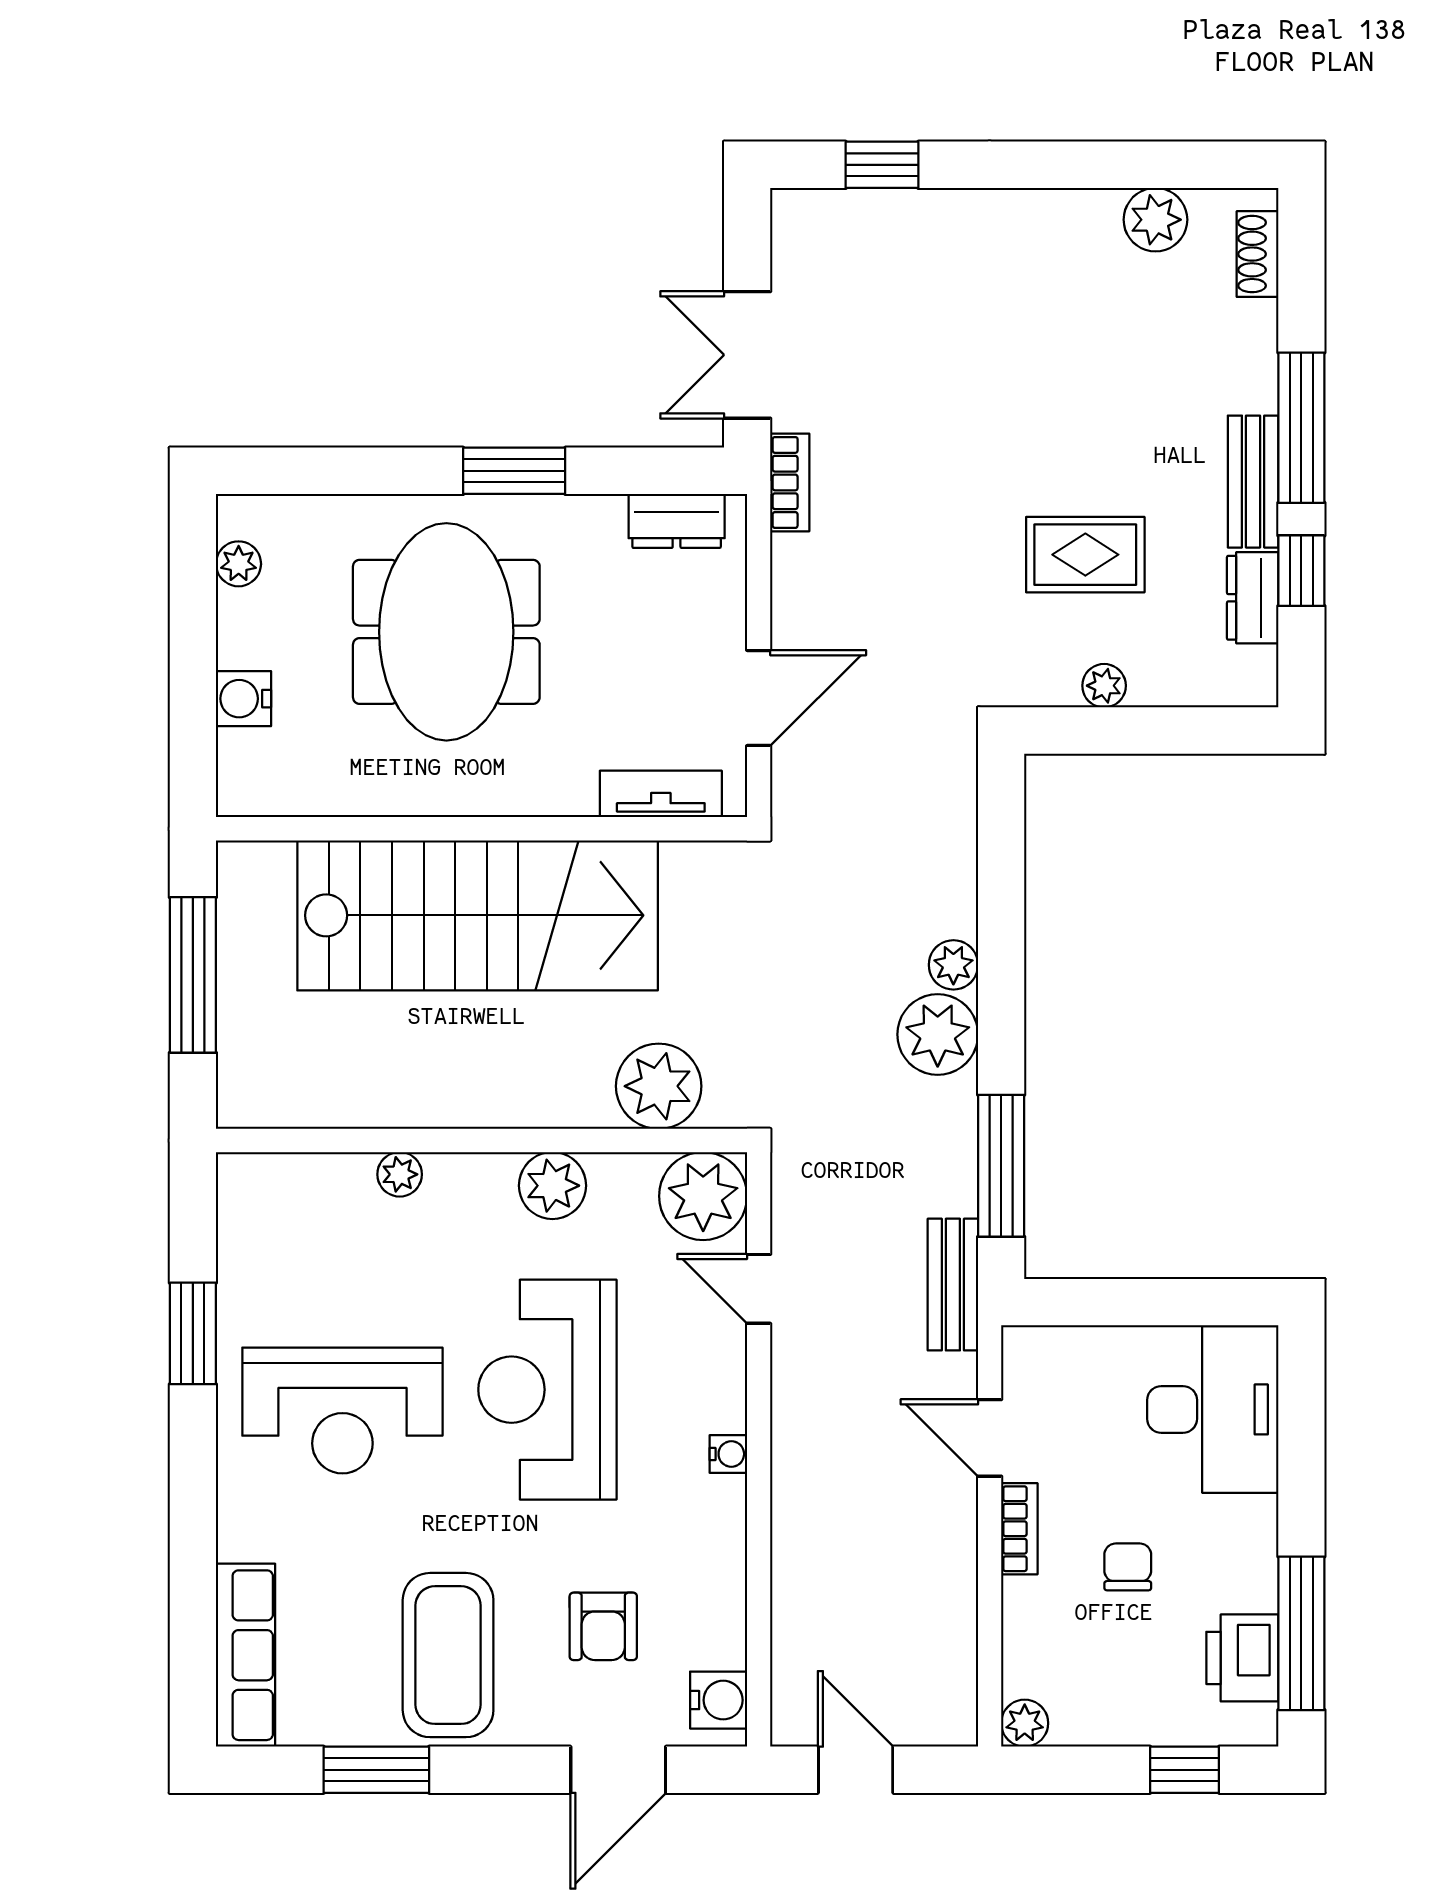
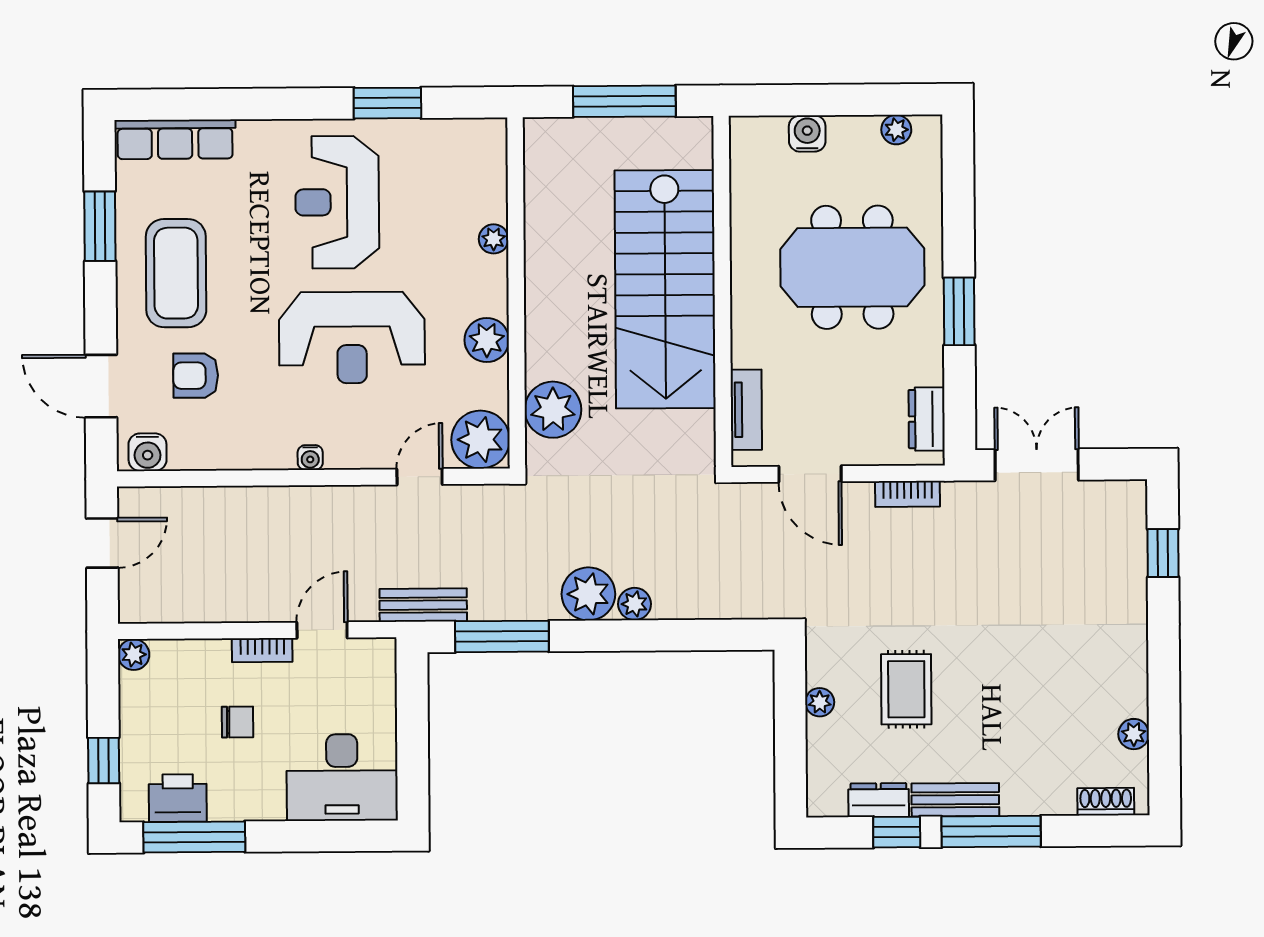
plant: (1155, 220) -> (1134, 734), width x0.73, depth x0.73
bookcase: (790, 482) -> (907, 494), moved
reception desk: (547, 1390) -> (352, 338), turned 180
coffee table: (448, 1655) -> (176, 273), turned 90

